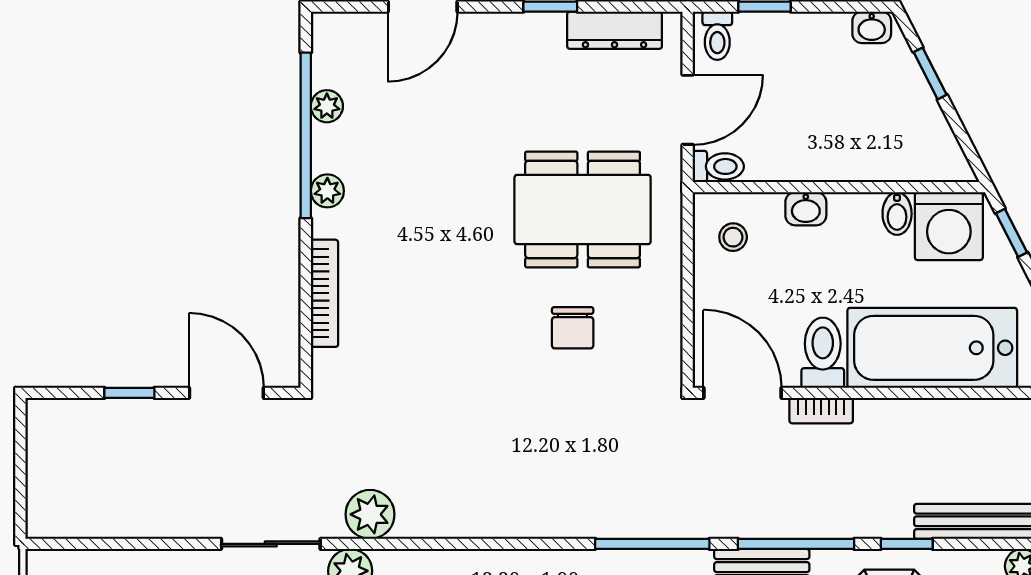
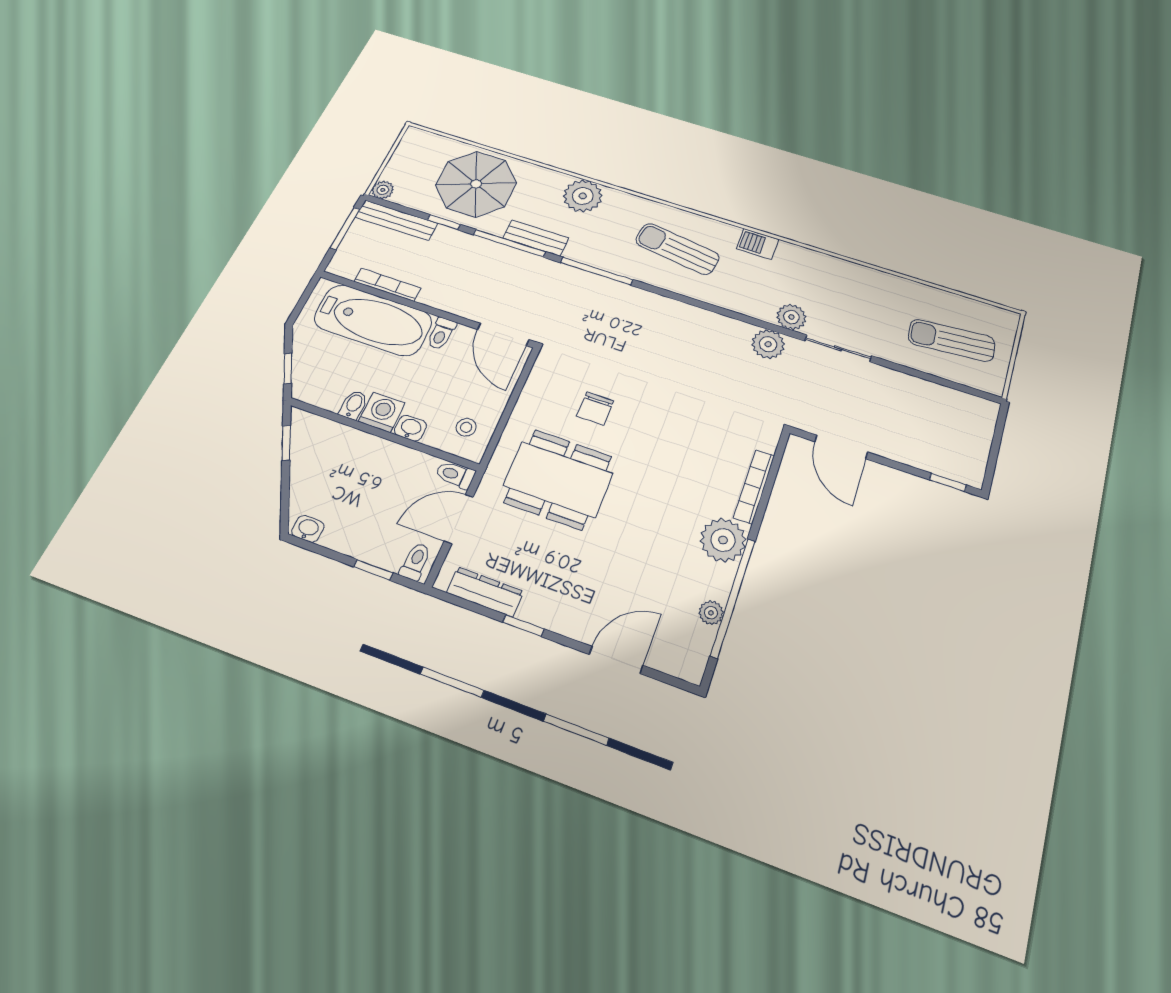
window: (930, 73) -> (286, 443), moved
plant: (327, 191) -> (723, 540), width x1.88, depth x1.88
washing machine: (949, 226) -> (382, 412), moved, width x0.73, depth x0.73
chair: (573, 328) -> (595, 408), turned 180
toilet: (823, 353) -> (441, 333), width x0.73, depth x0.72
window: (129, 393) -> (948, 482), moved
bookcase: (821, 411) -> (387, 285), moved, width x1.56

